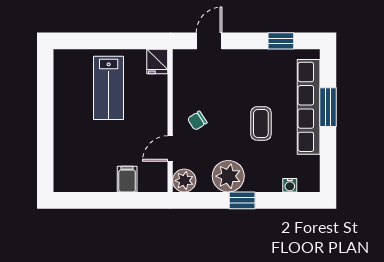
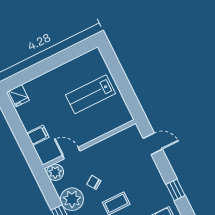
fridge: (157, 61) -> (19, 96), moved, turned -90
chair: (197, 121) -> (94, 182), moved

